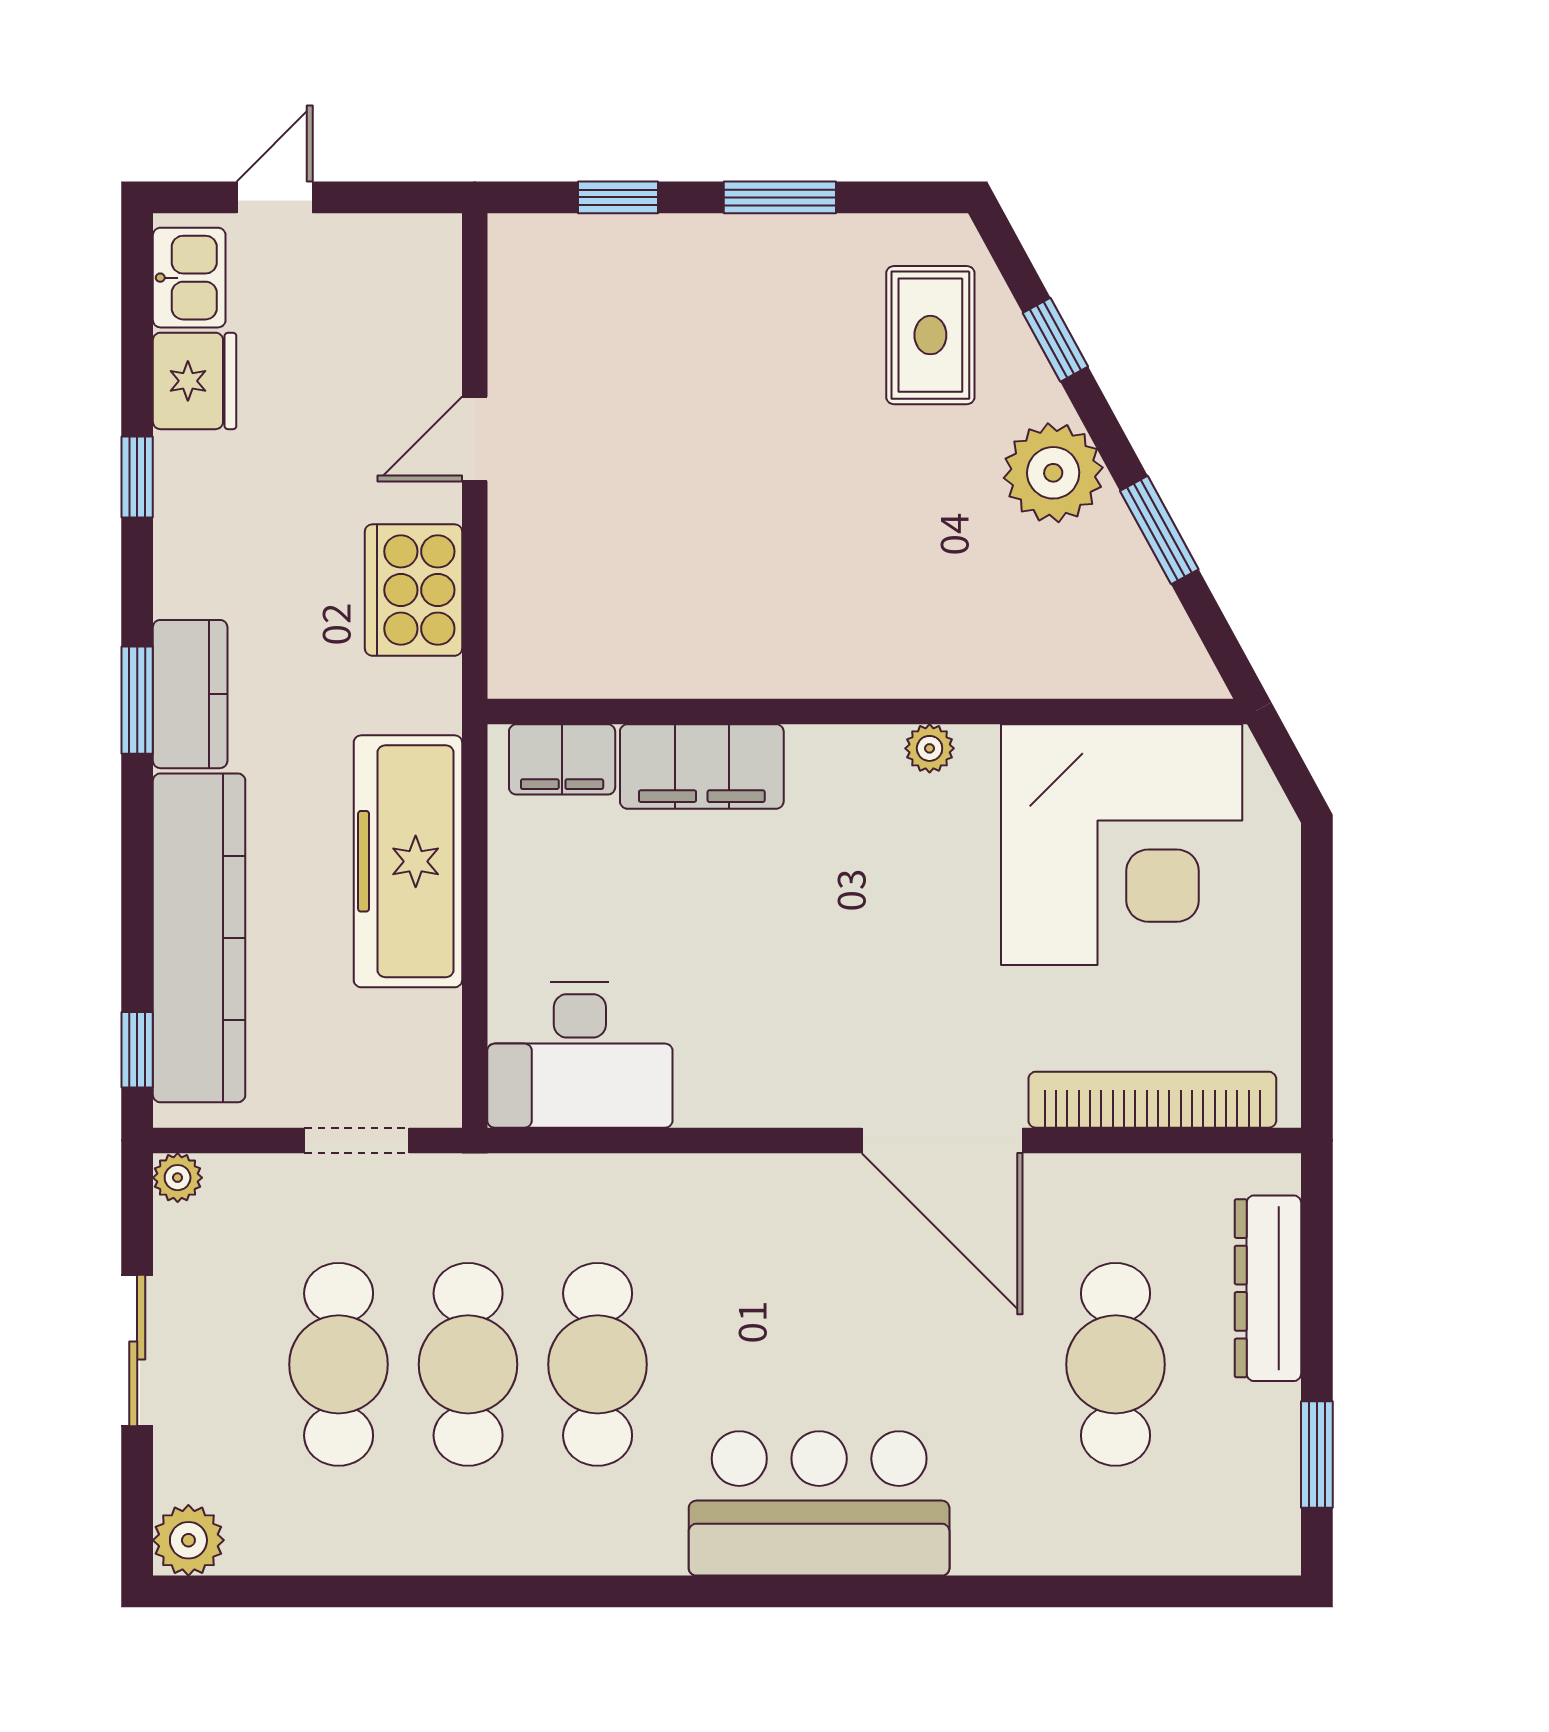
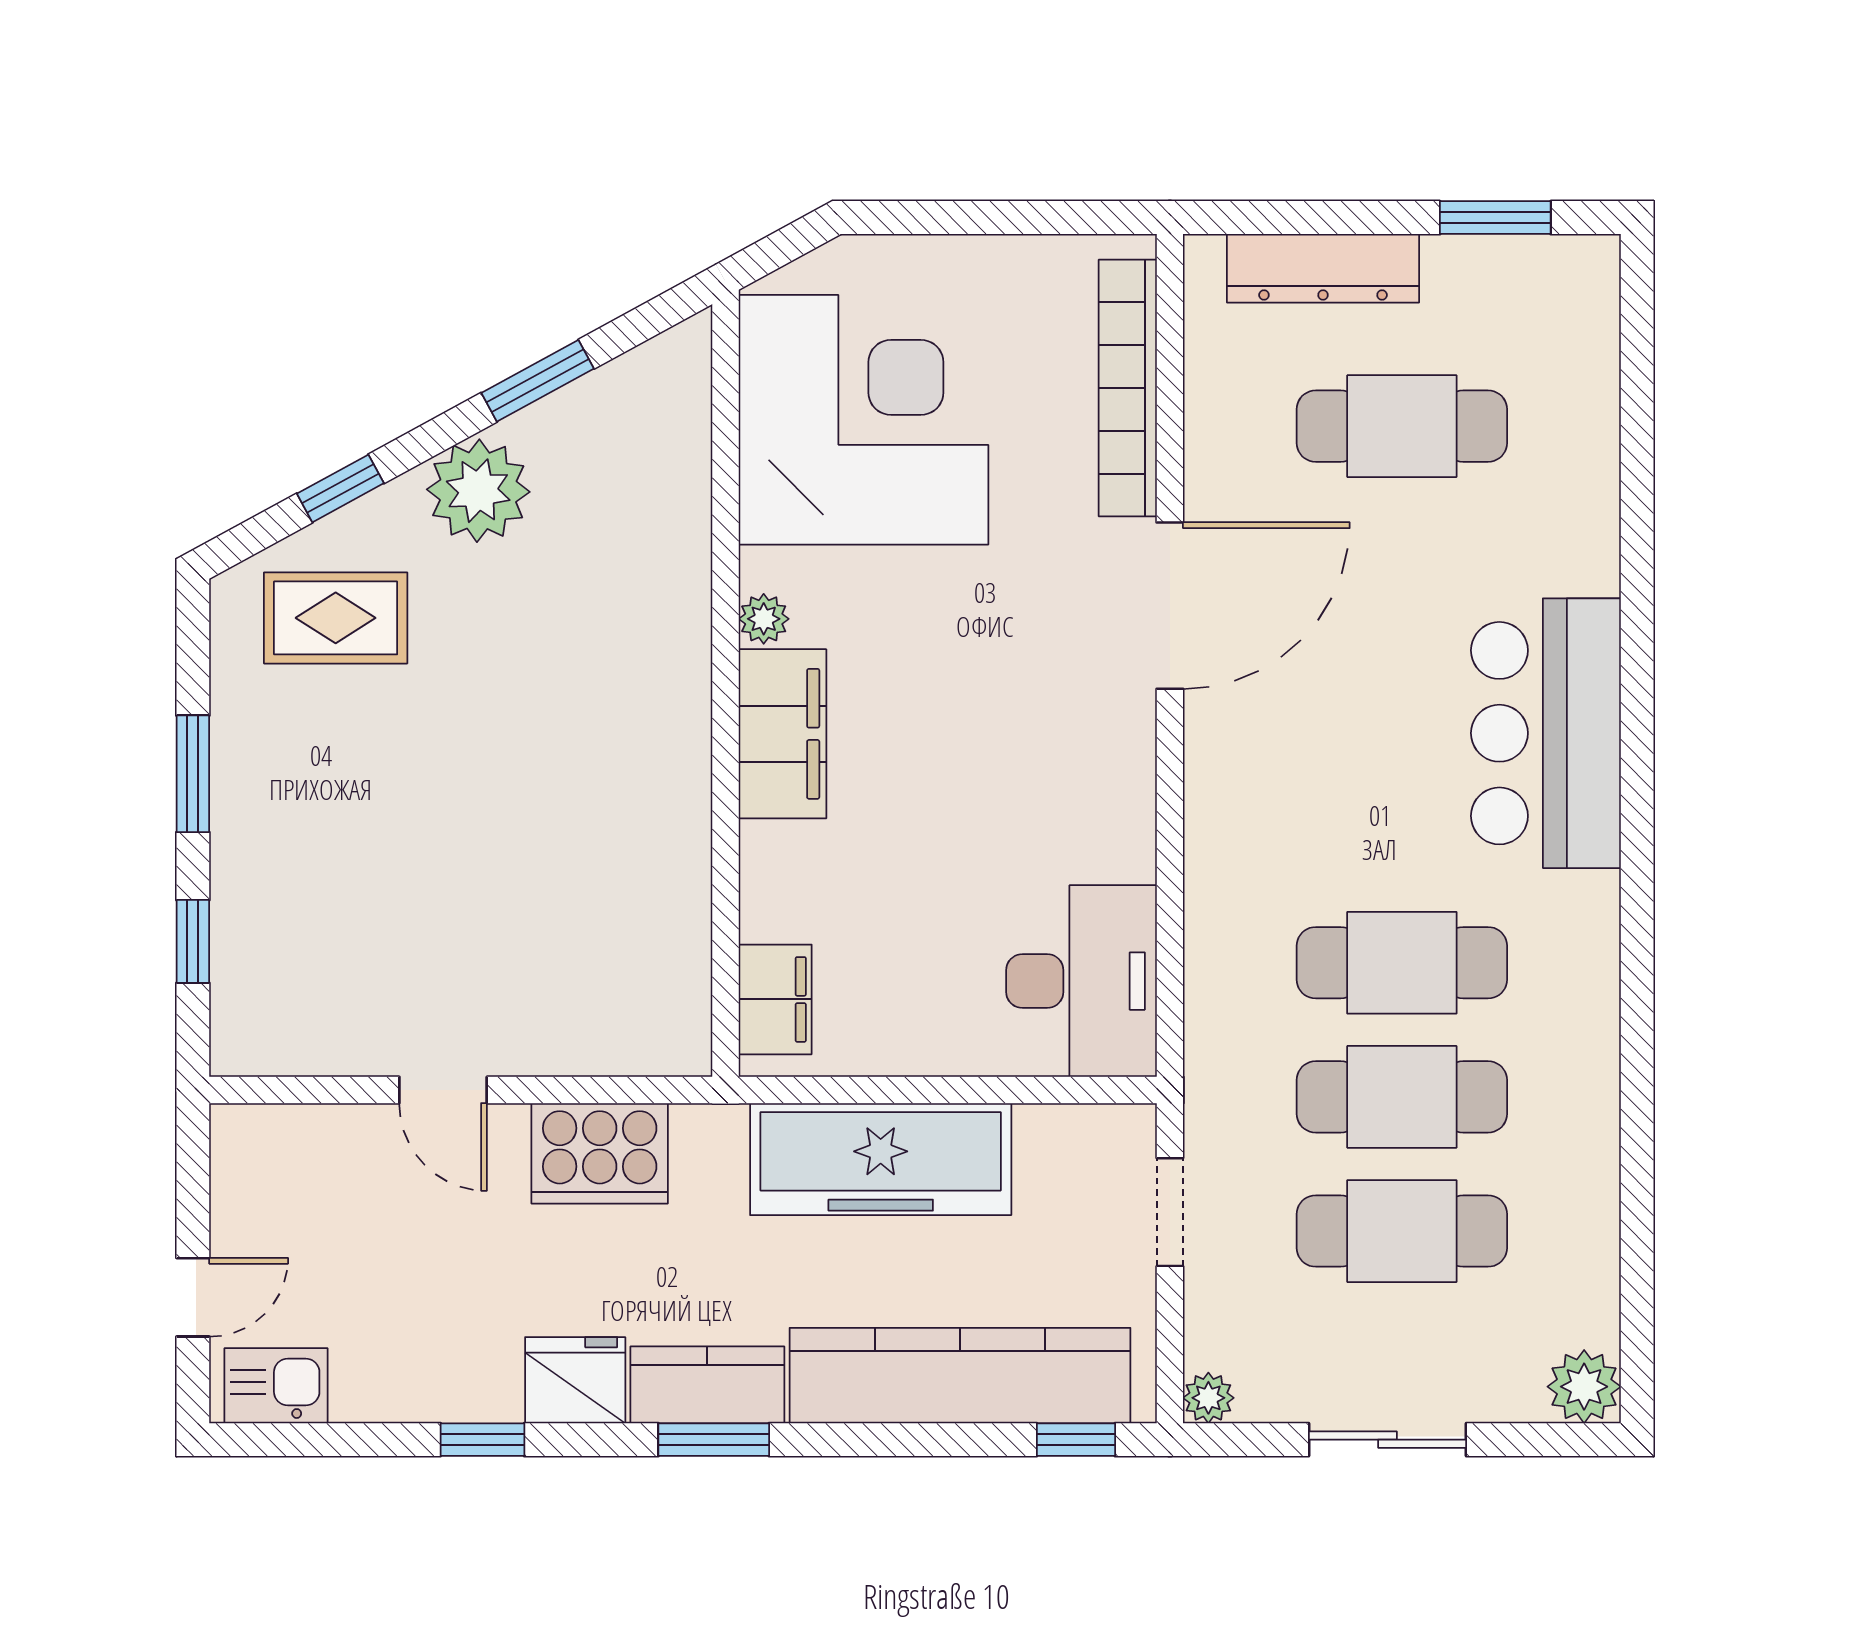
door: (275, 197) -> (193, 1297), swing flipped
fridge: (195, 381) -> (575, 1380), moved
filing cabinet: (702, 766) -> (782, 734), moved

